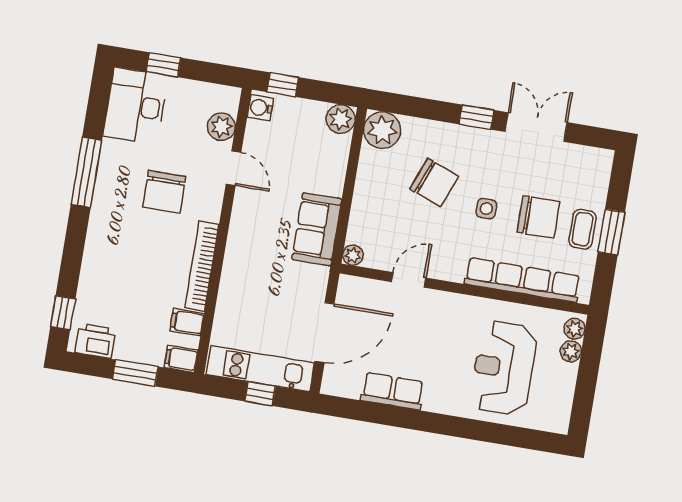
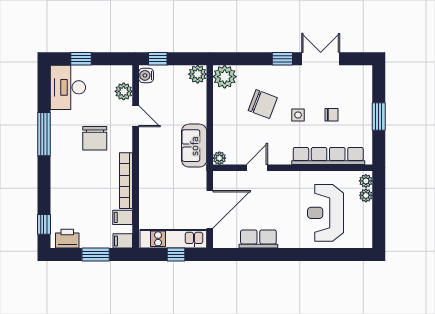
chair: (538, 217) -> (332, 115), width x0.54, depth x0.54
coffee table: (582, 229) -> (360, 118), removed

